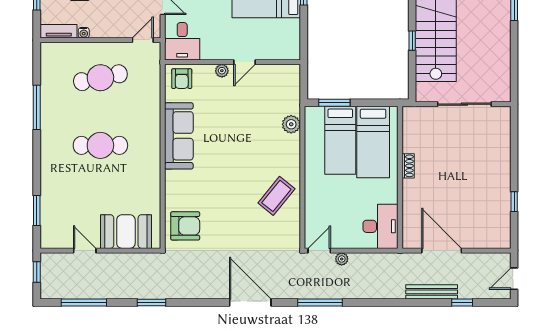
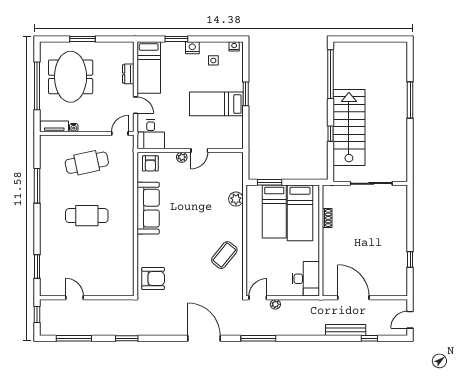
shoe rack: (408, 166) -> (327, 218), moved
booth: (126, 232) -> (107, 283), removed

